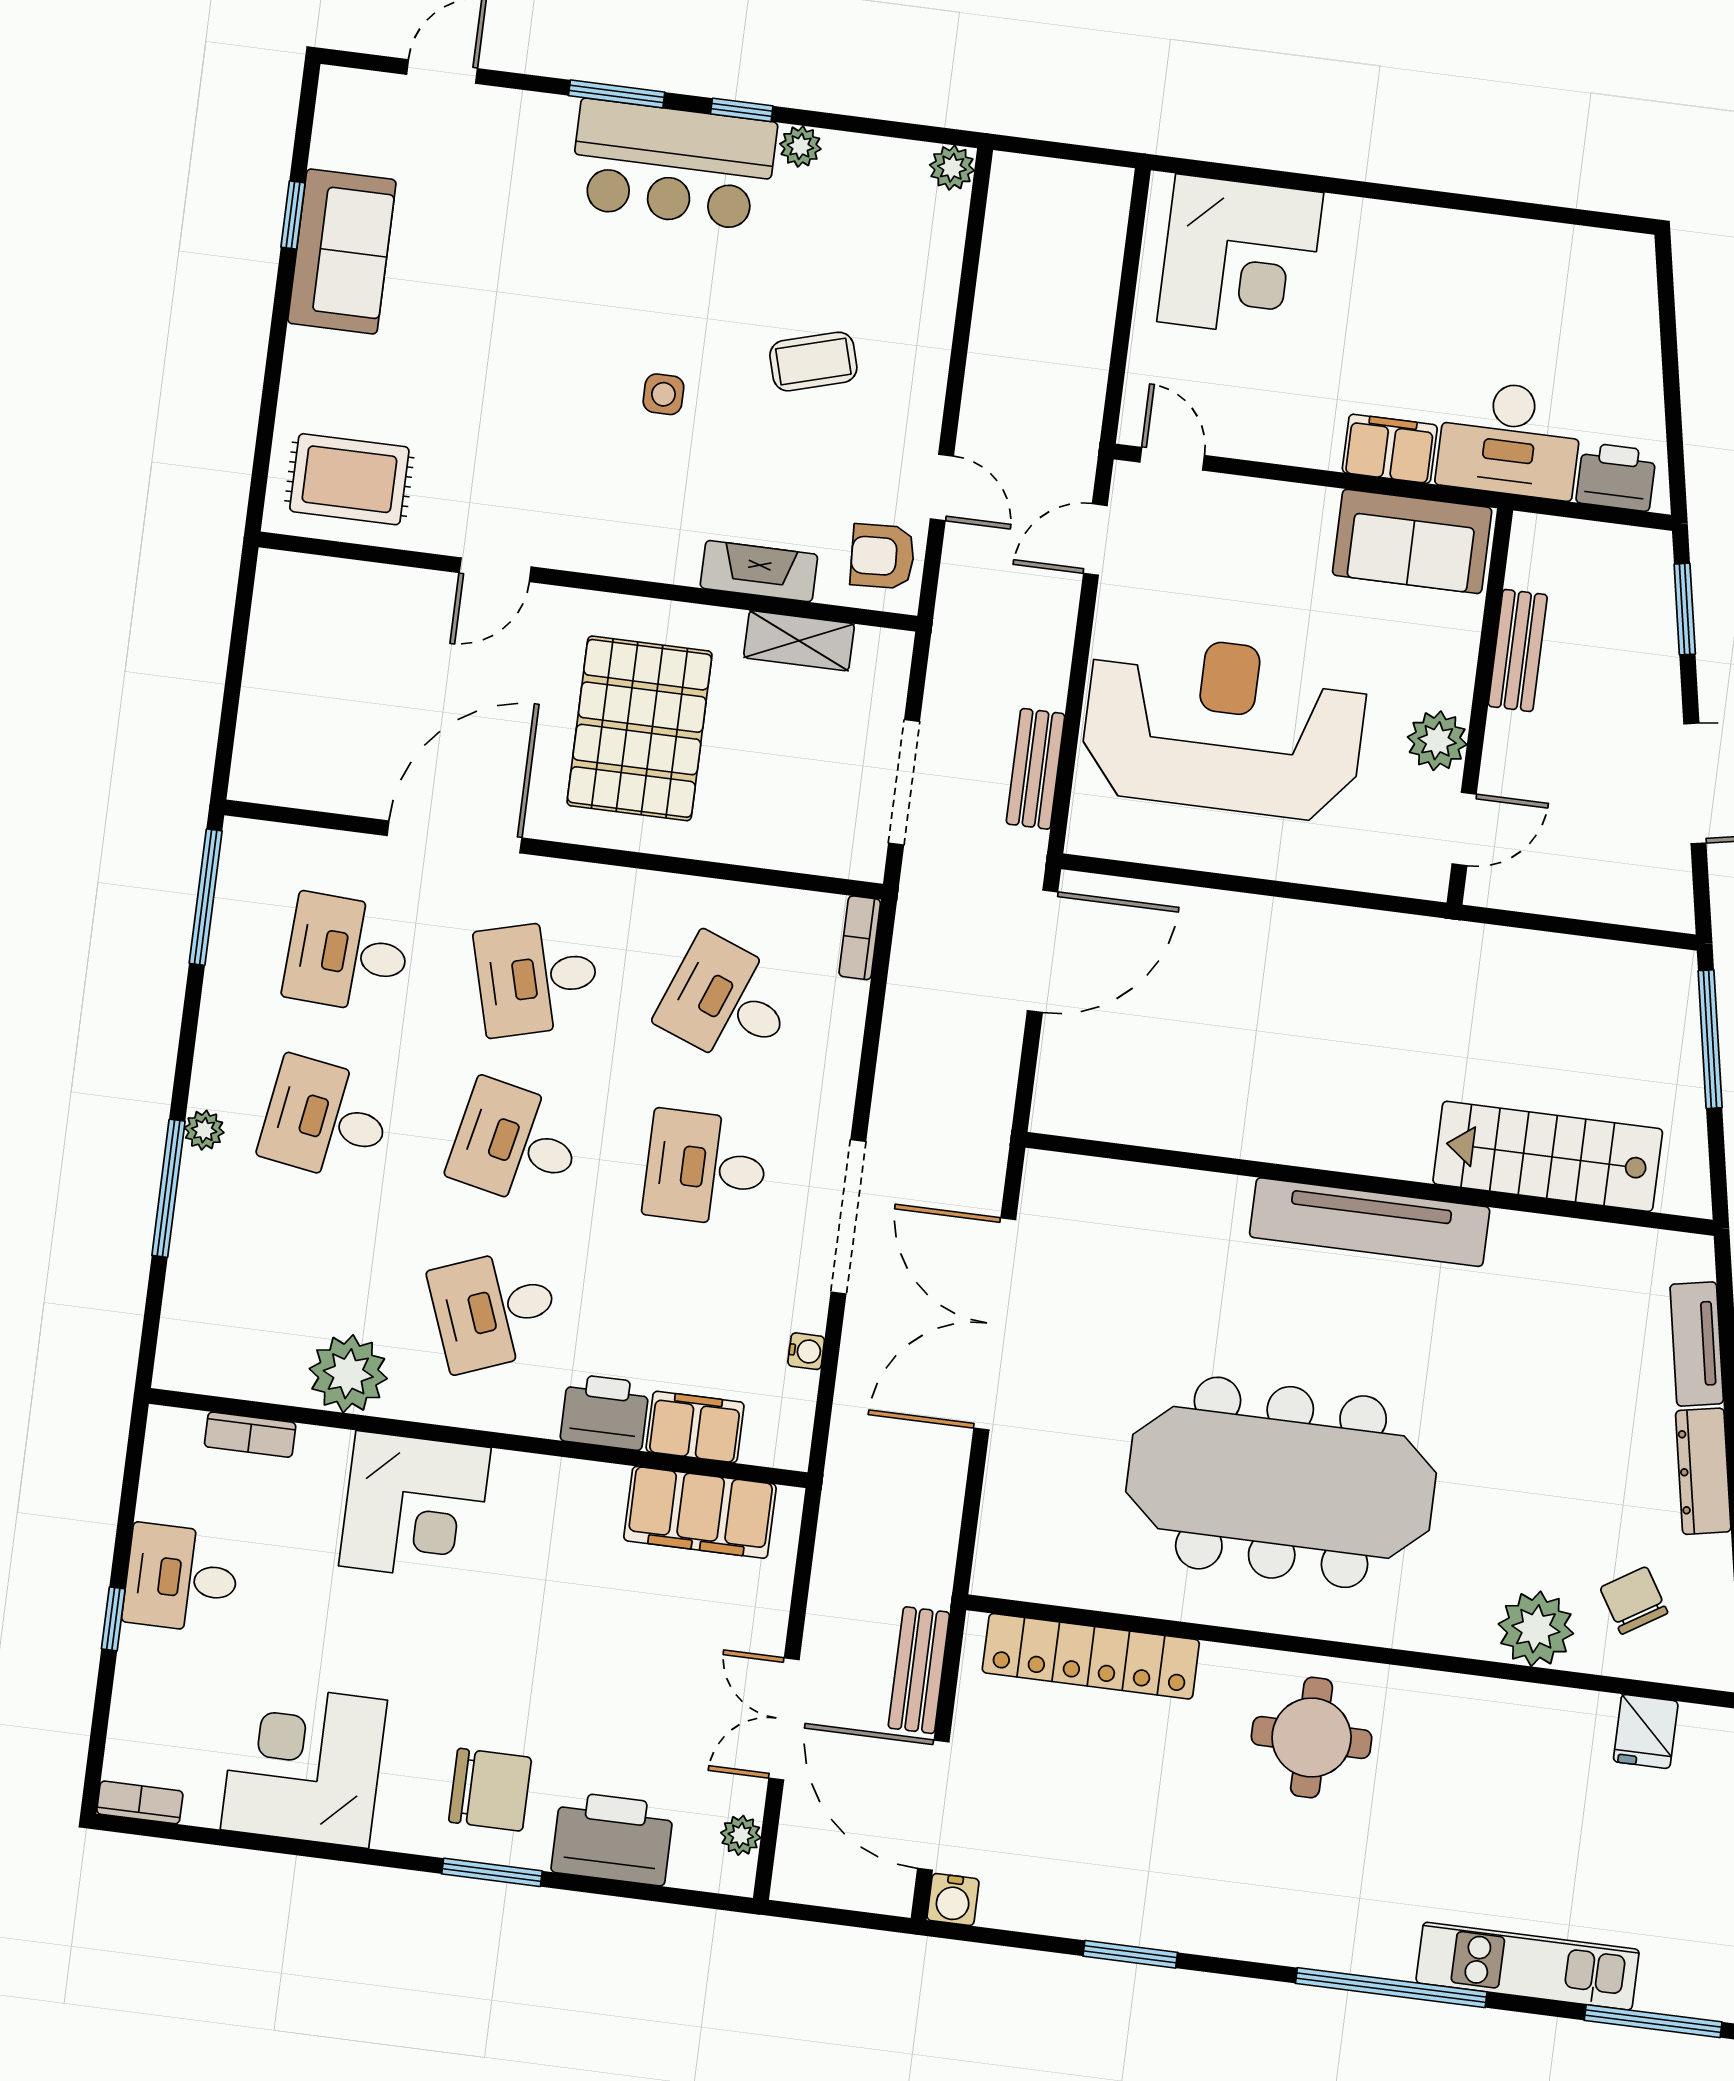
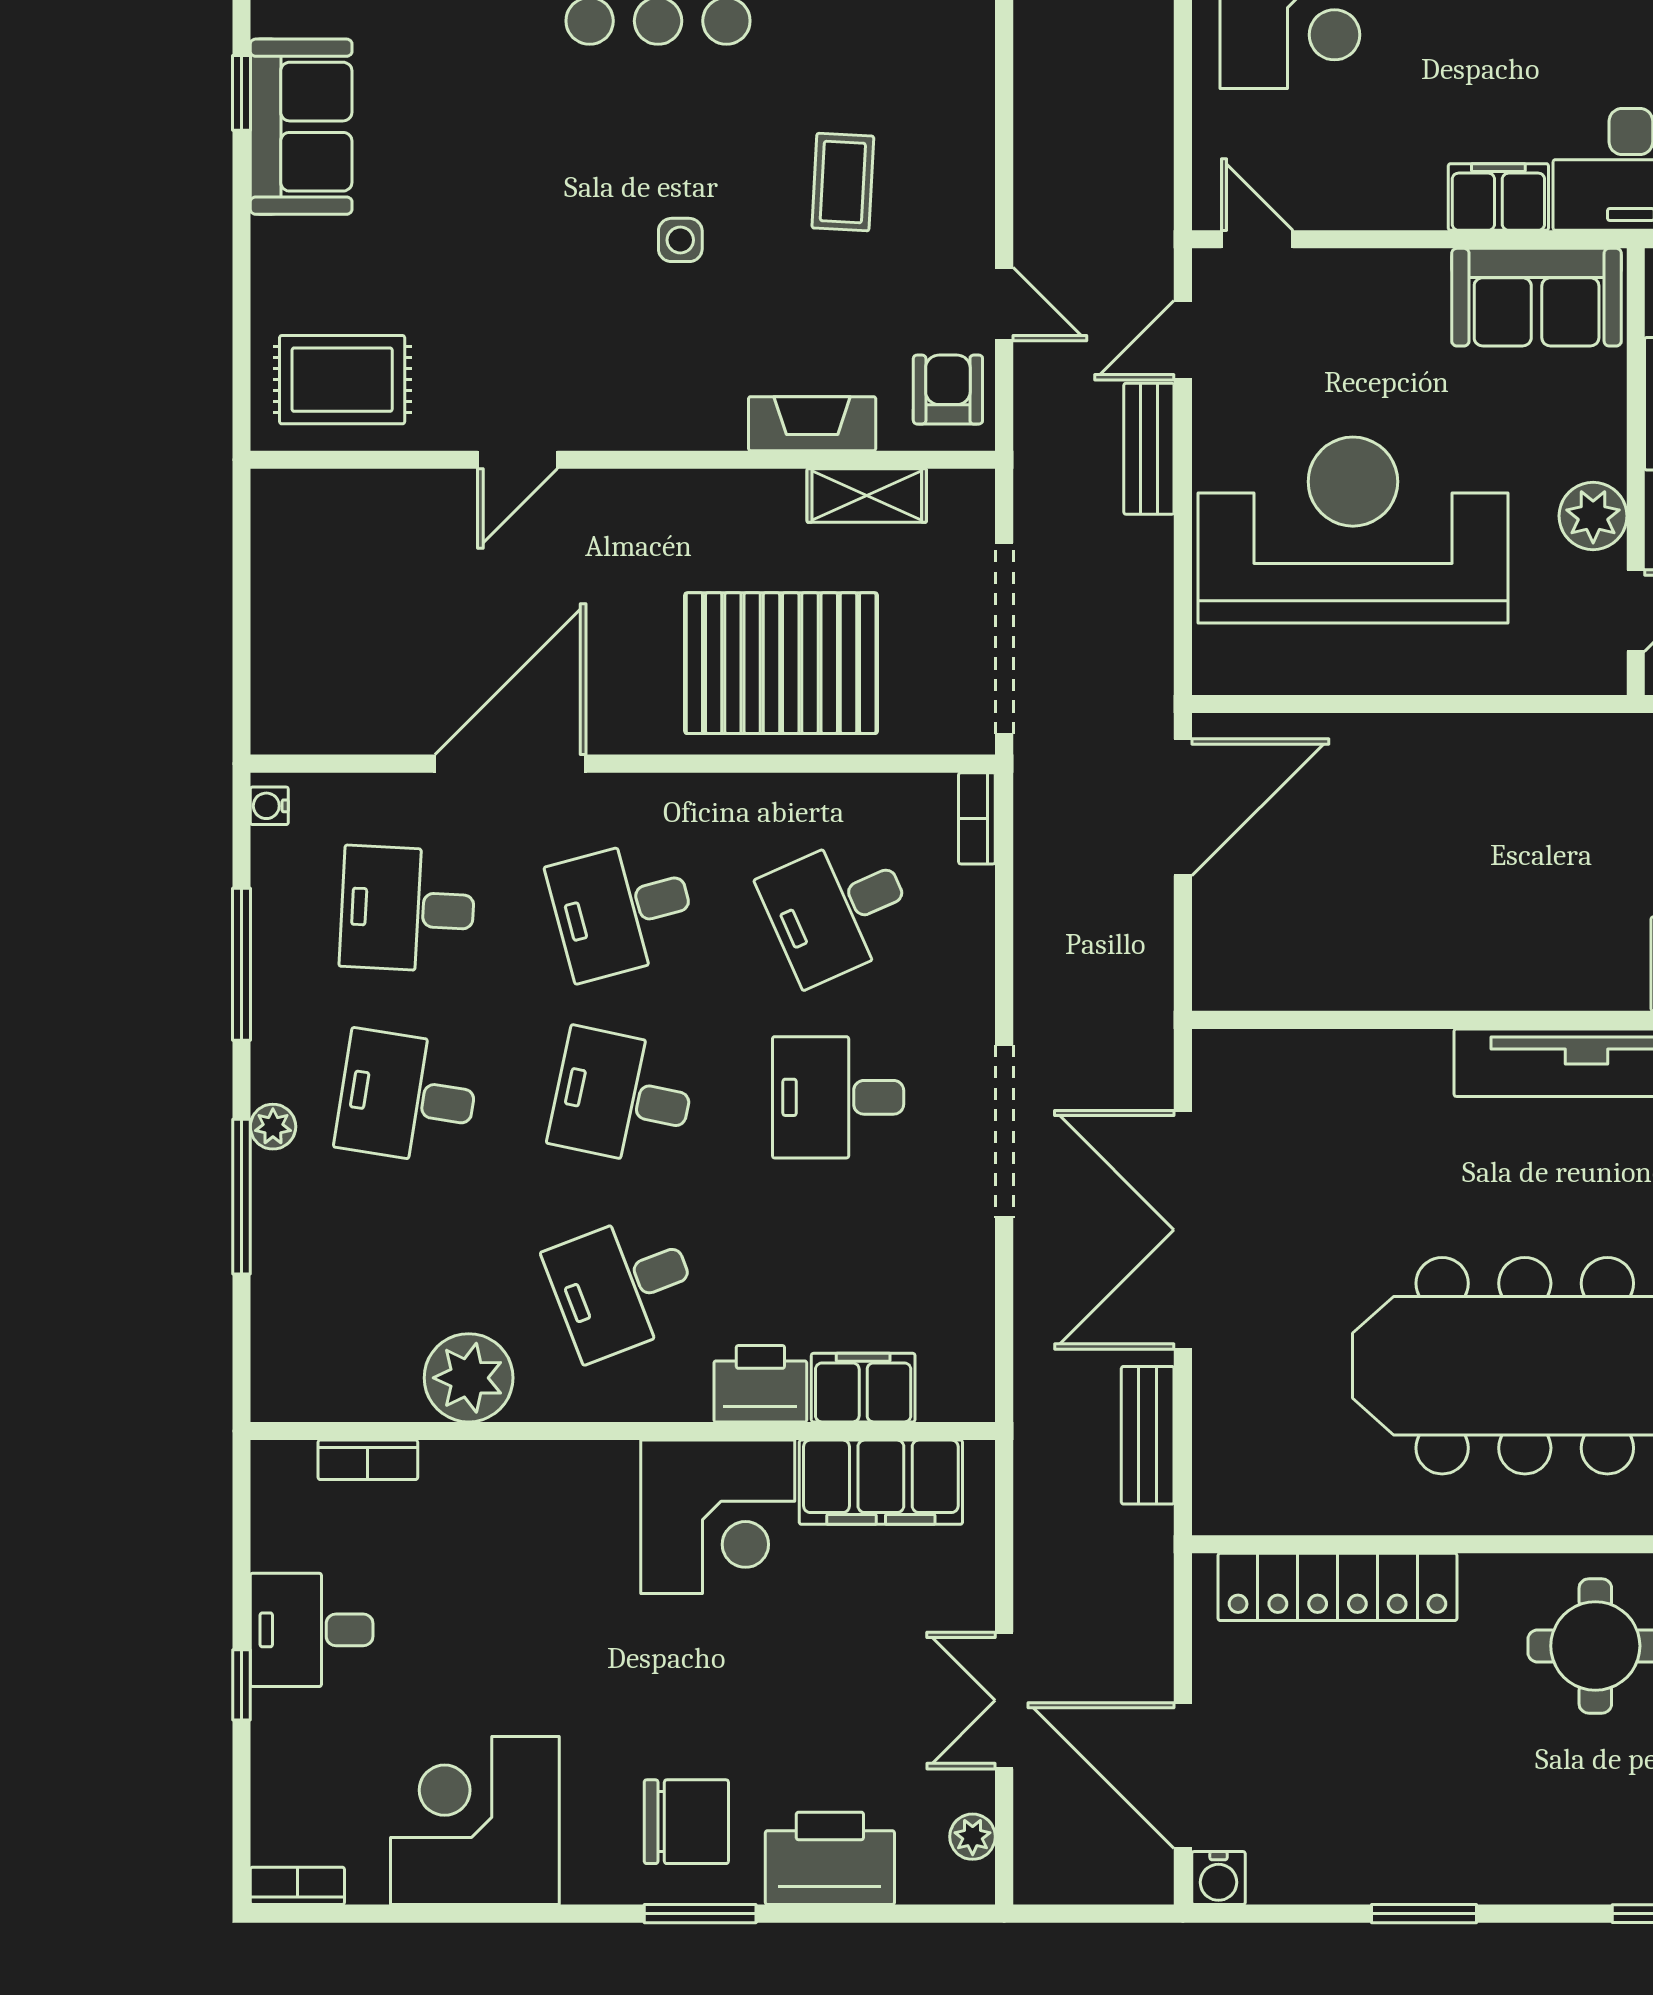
coffee table: (813, 362) -> (843, 182), turned -71
armchair: (883, 556) -> (948, 390), turned 93
pallet: (640, 728) -> (781, 663), moved, turned 90
bench: (1036, 769) -> (1149, 449), moved
doorway: (904, 782) -> (1004, 638), width x1.36
window: (206, 897) -> (241, 964), moved
desk: (727, 1002) -> (838, 909), turned -45
water cooler: (806, 1351) -> (269, 806), moved, turned 180
corner desk: (415, 1507) -> (718, 1517), moved
bench: (919, 1670) -> (1148, 1435), moved

